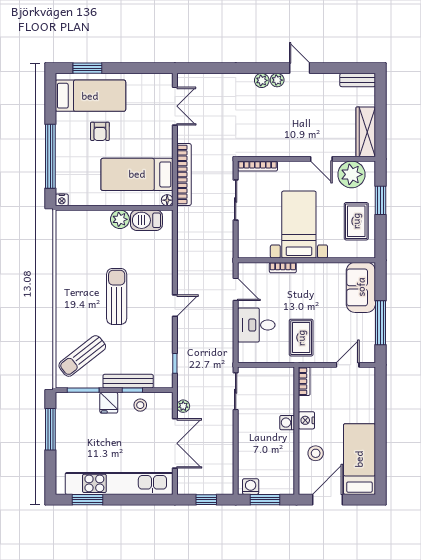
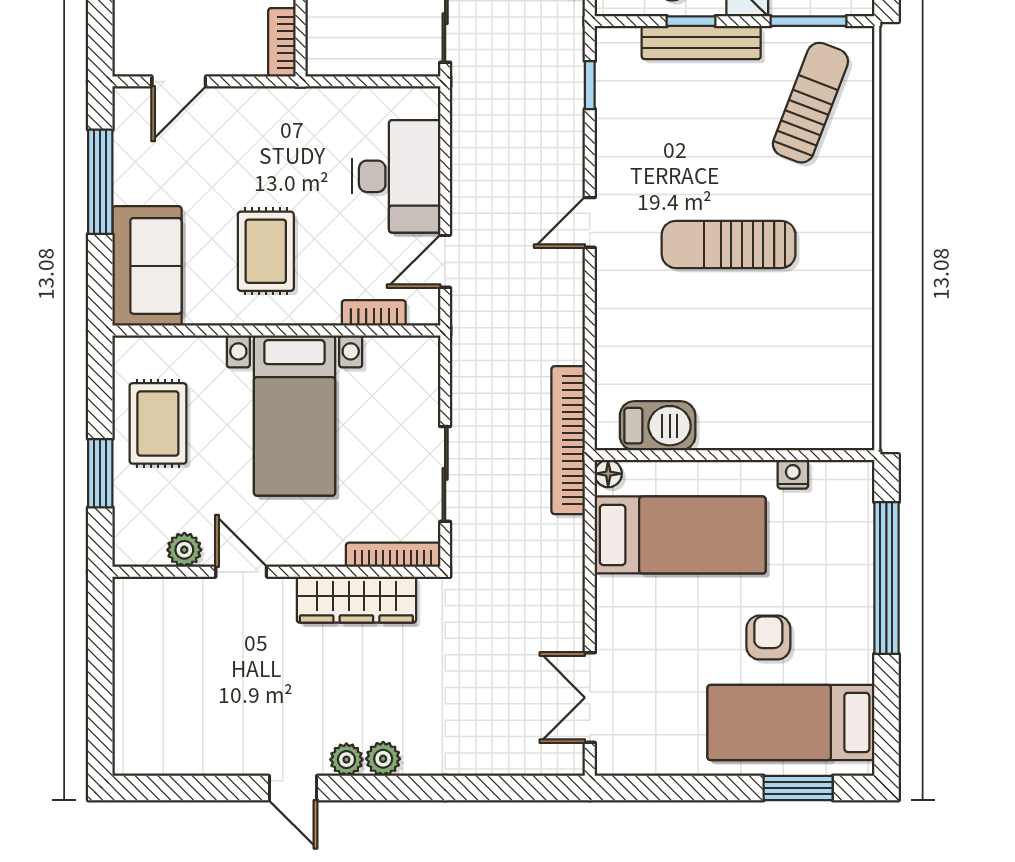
bench: (358, 80) -> (155, 760), removed
wardrobe: (366, 132) -> (356, 600), moved, turned 90
plant: (351, 174) -> (184, 550), width x0.53, depth x0.53
bookcase: (184, 175) -> (568, 440), moved
nightstand: (62, 200) -> (793, 474), moved
plant: (120, 219) -> (721, 428), removed
bookcase: (283, 268) -> (374, 313), moved
door: (236, 289) -> (445, 261), hinge flipped
sun lounger: (117, 296) -> (729, 244), turned 90
desk: (256, 325) -> (396, 176), width x1.37
rug: (301, 338) -> (266, 251), moved
sun lounger: (82, 356) -> (810, 103), turned -31

